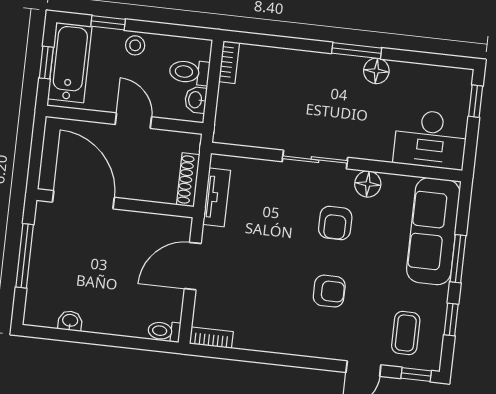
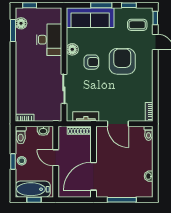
window: (108, 23) -> (13, 161), moved
window: (357, 51) -> (13, 31), moved
floor lamp: (376, 71) -> (21, 23), moved
toilet: (189, 72) -> (21, 135), moved
door: (133, 121) -> (56, 158), hinge flipped
desk: (431, 139) -> (49, 40), moved
sliding door: (315, 160) -> (64, 89), moved
armchair: (329, 291) -> (122, 61), width x1.88, depth x1.88

